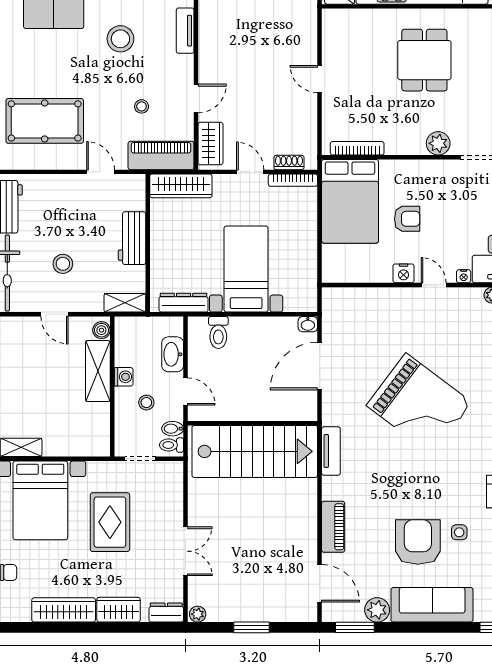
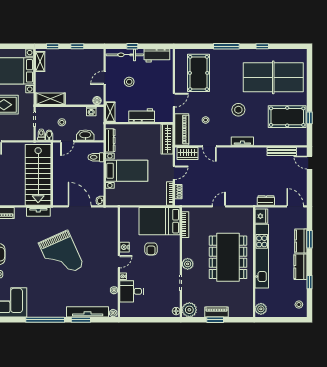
dining table: (424, 60) -> (228, 257), width x1.88, depth x1.24
shelving: (98, 371) -> (50, 99), moved
washing machine: (124, 377) -> (91, 111), moved
grand piano: (419, 404) -> (61, 255), turned -61

